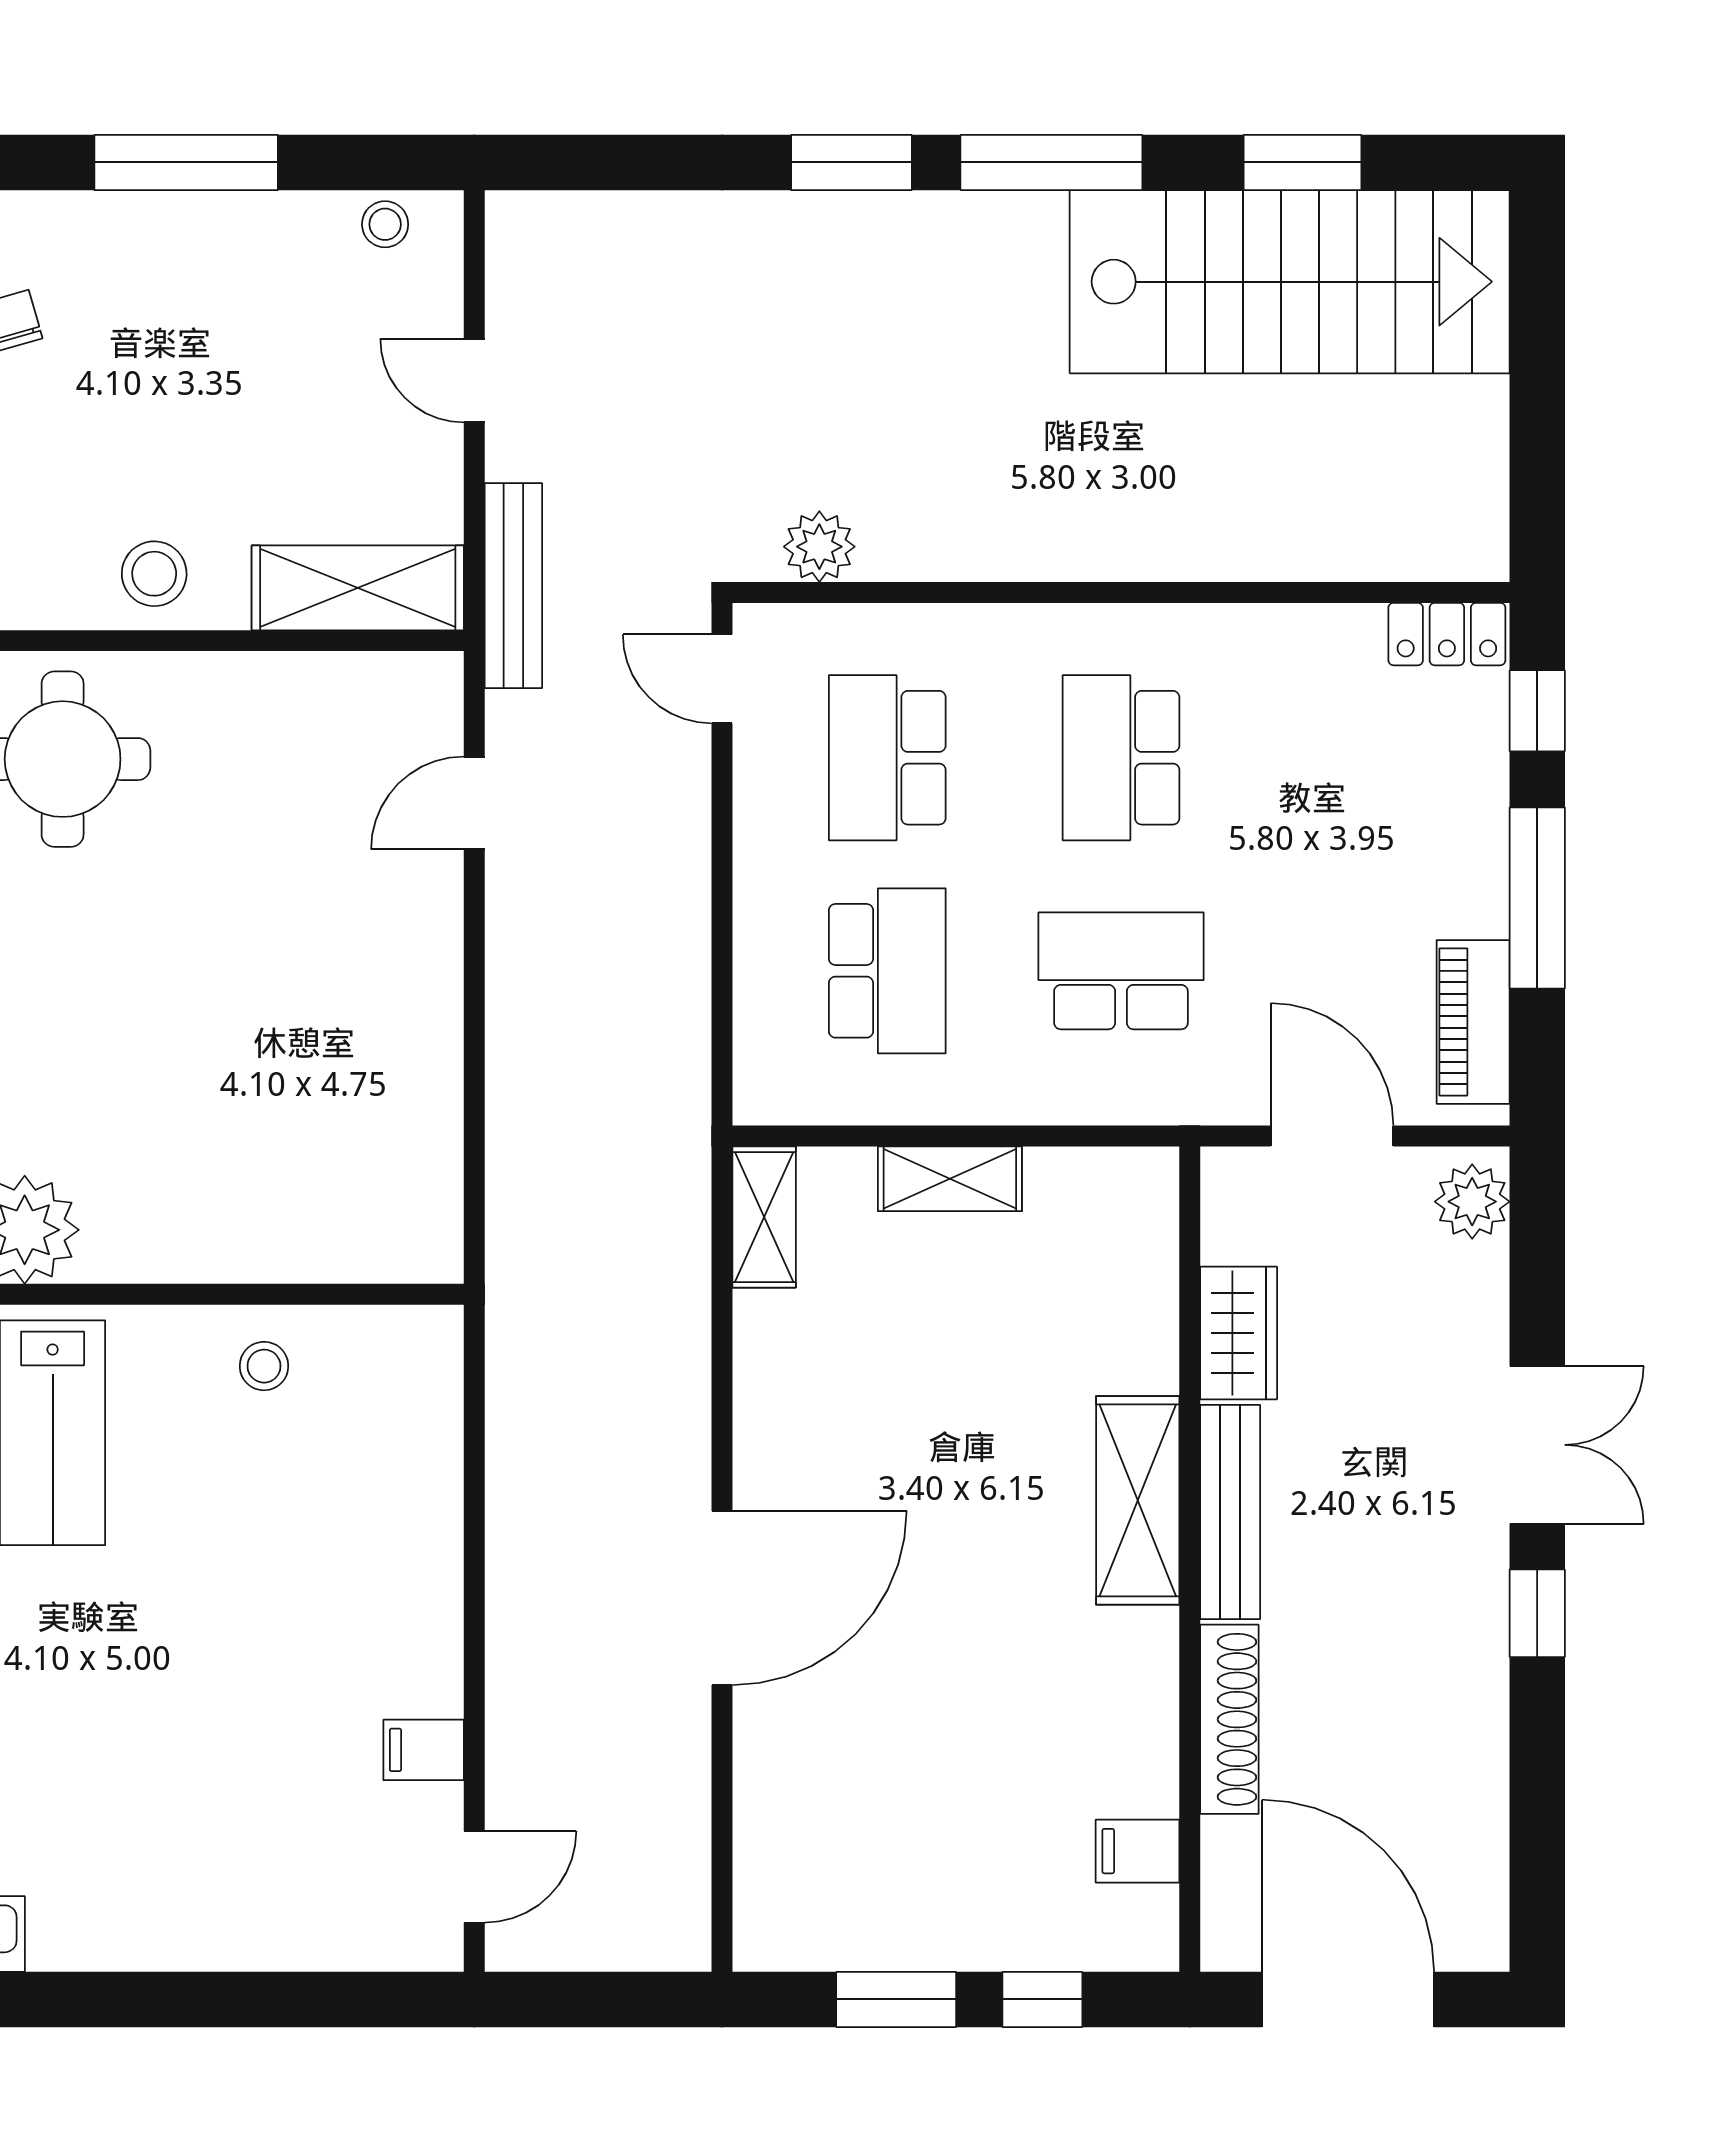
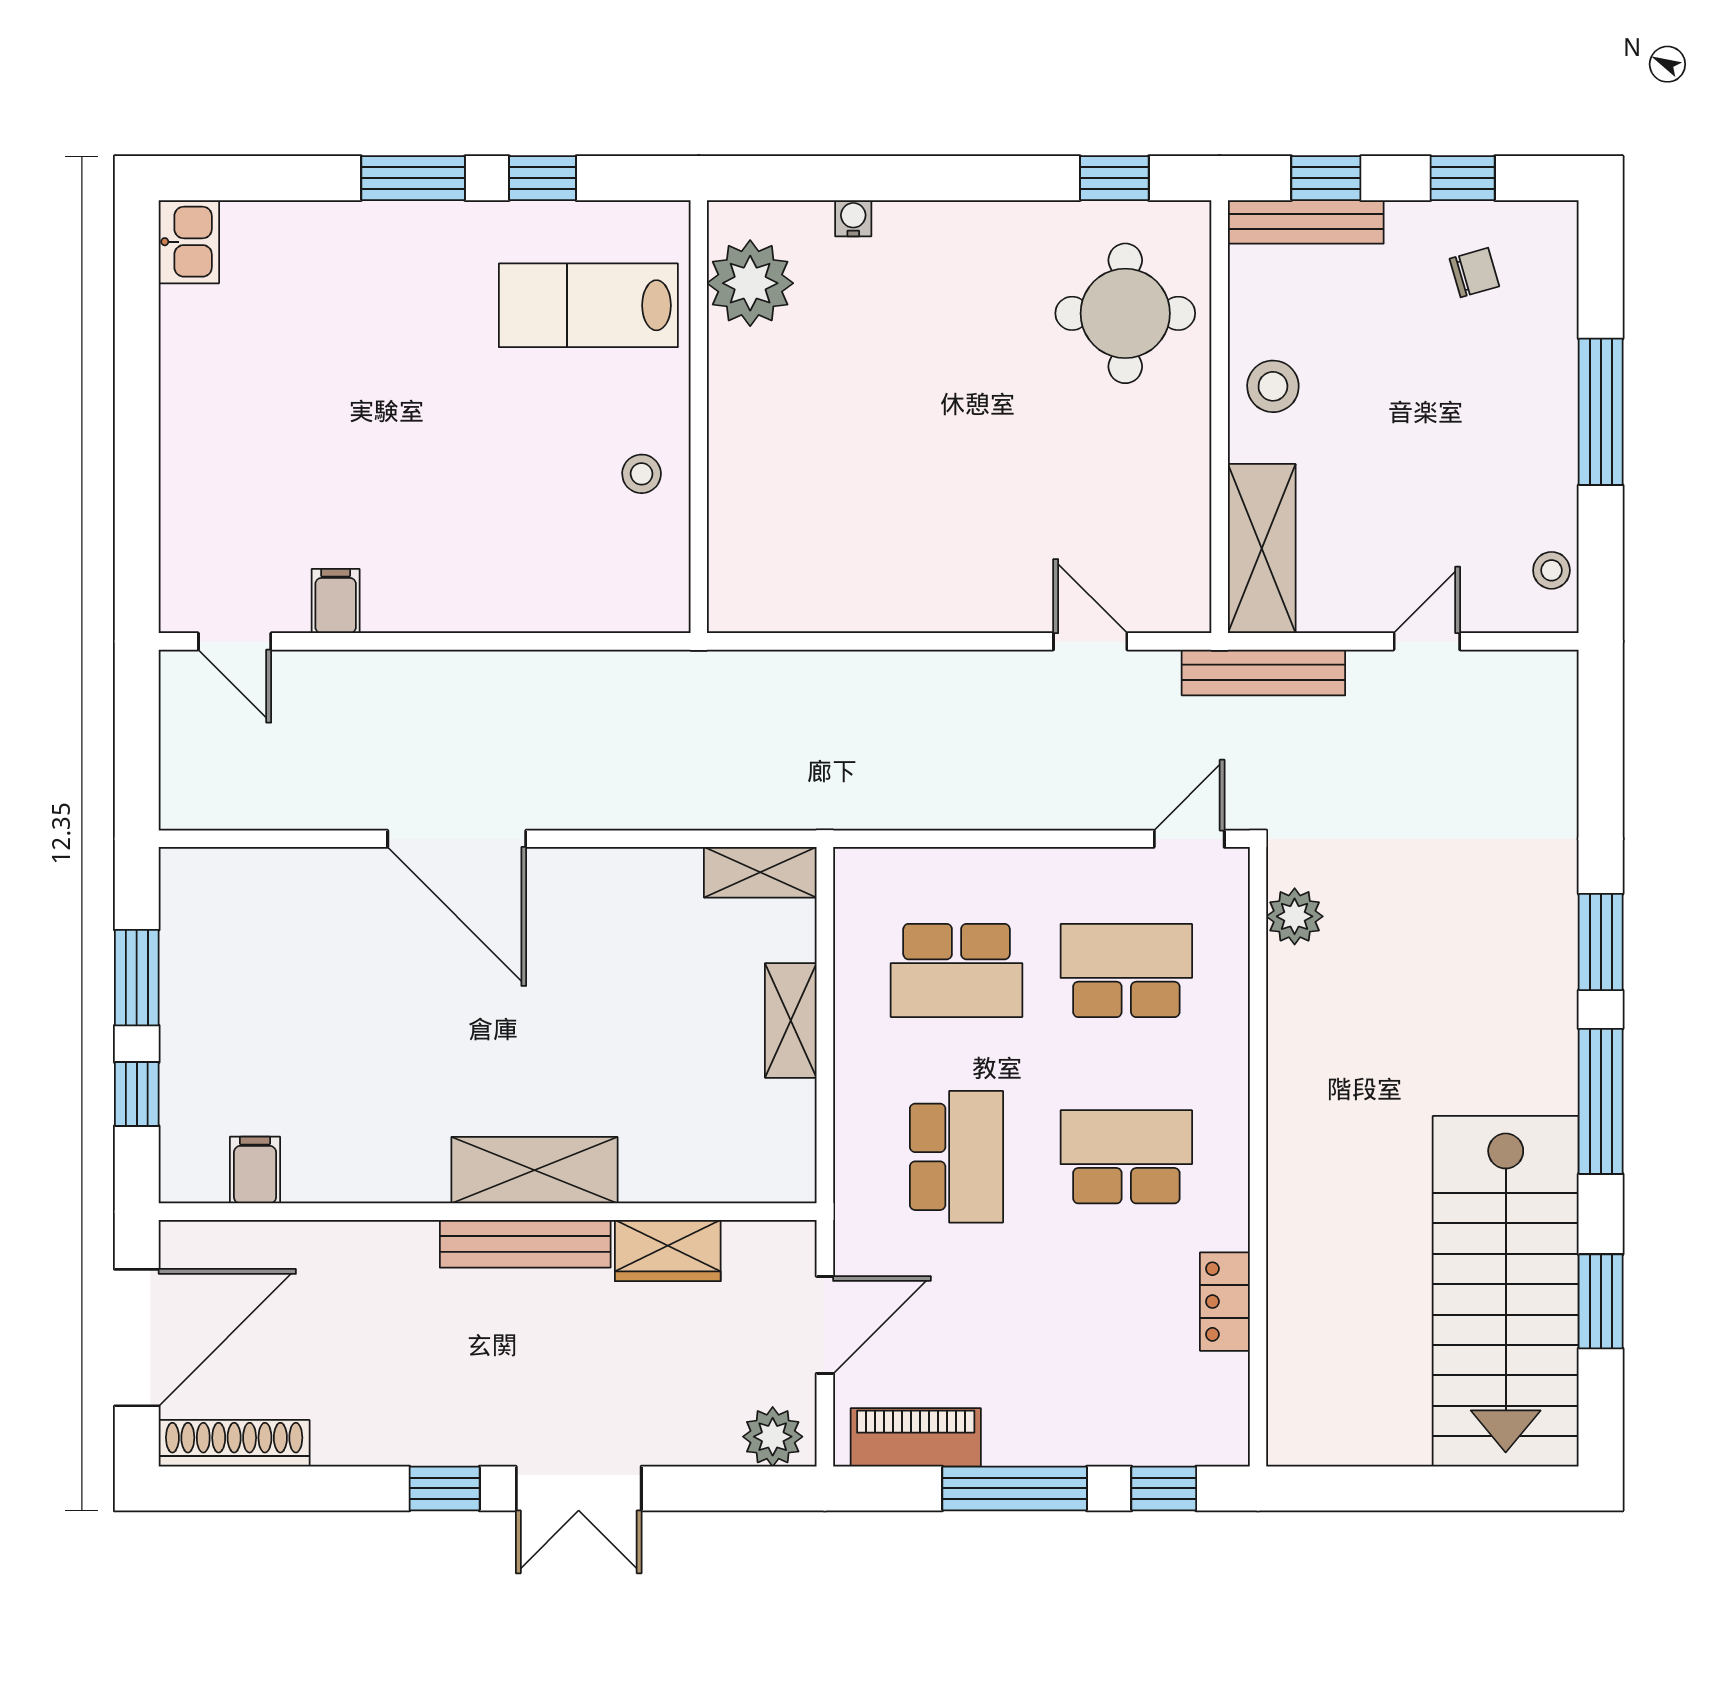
locker: (1447, 634) -> (1225, 1302), moved
shoe rack: (1229, 1719) -> (234, 1443), moved, turned 180

